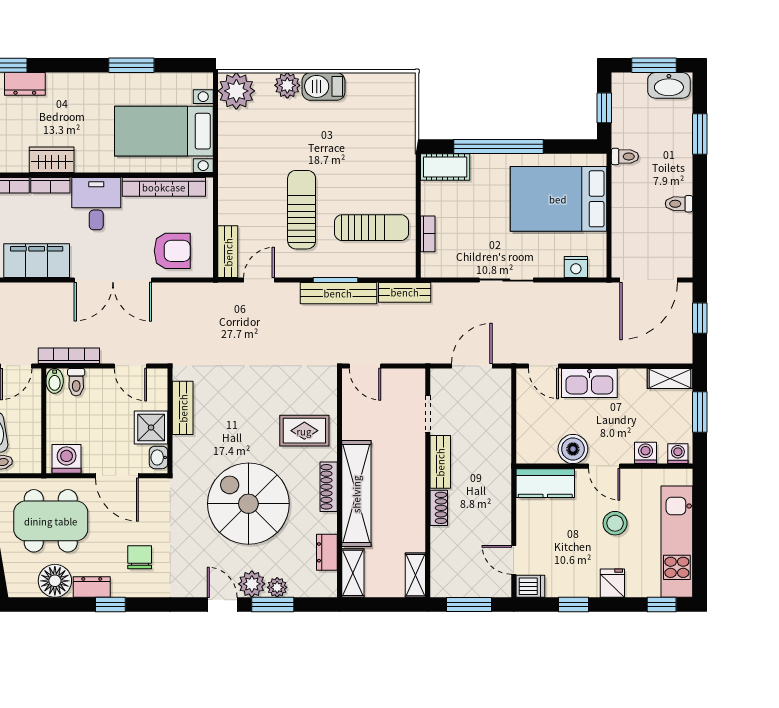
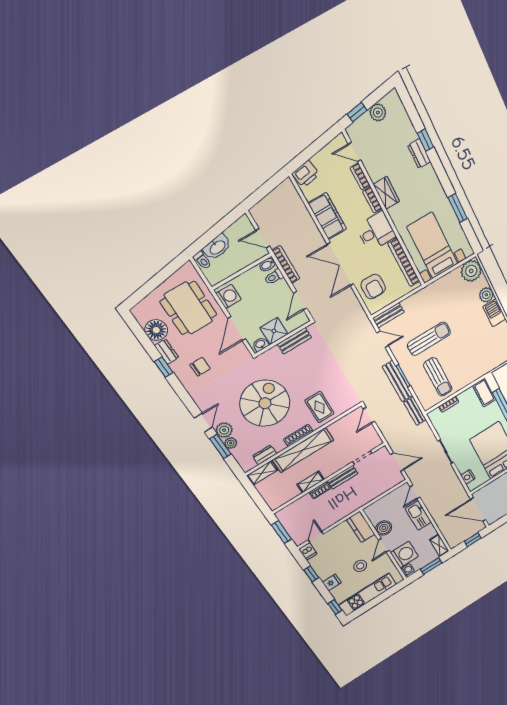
washing machine: (645, 453) -> (404, 554), width x1.89, depth x1.89
shelving: (415, 575) -> (311, 482), moved

